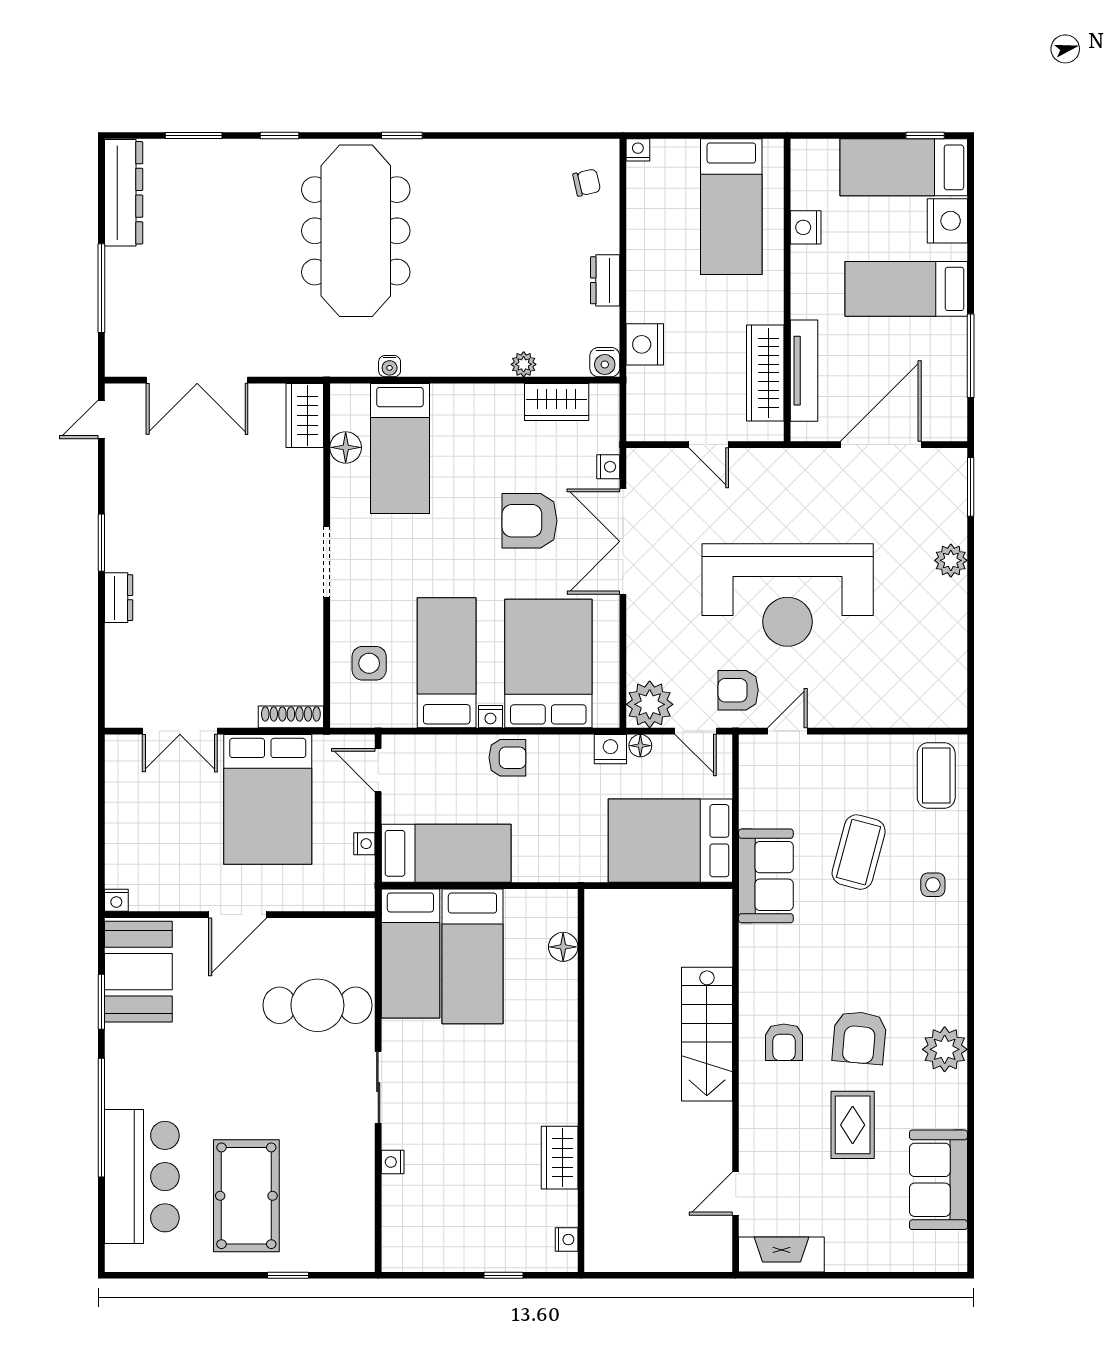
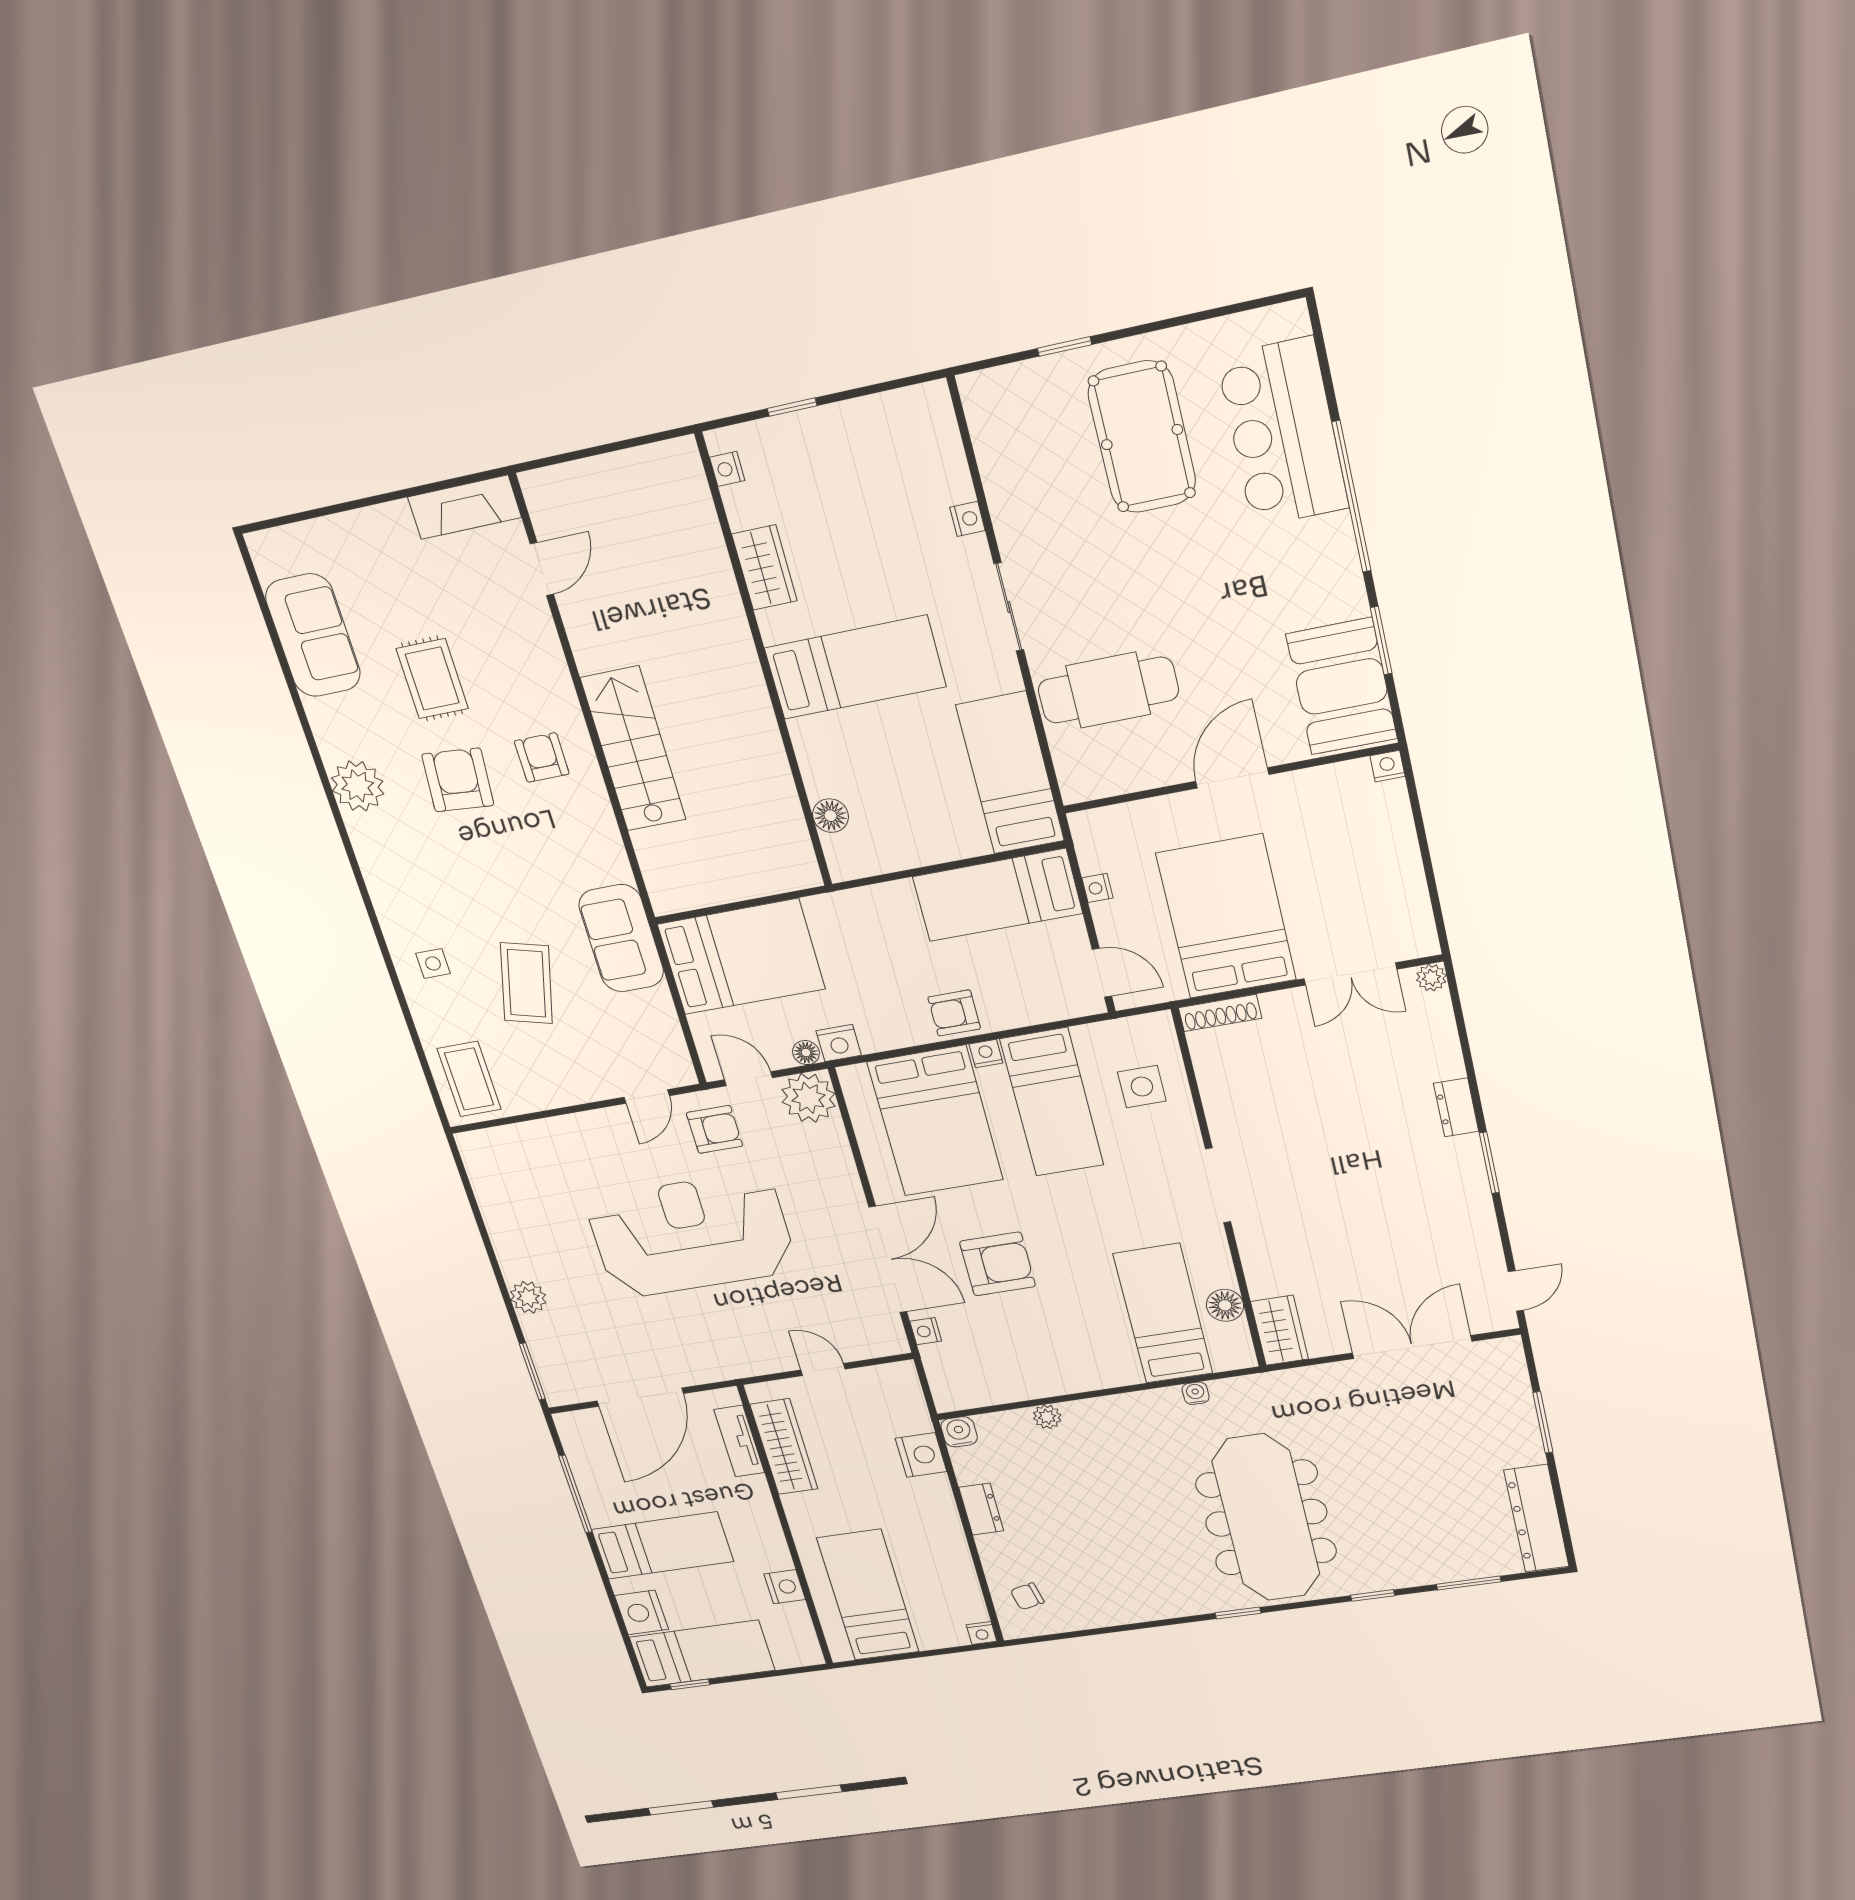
window: (101, 288) -> (1543, 1422), width x0.69
tv unit: (804, 371) -> (739, 1441), width x0.71
wardrobe: (557, 402) -> (1001, 1386), removed
plant: (117, 716) -> (1431, 978), added
double door: (180, 731) -> (1350, 974), swing flipped
bed: (472, 956) -> (855, 667), moved, turned 90

